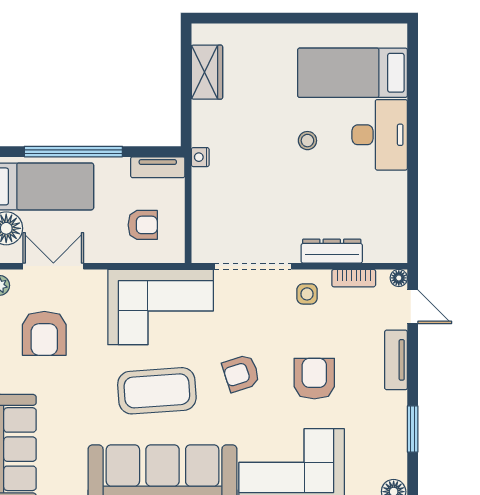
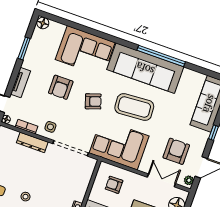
double door: (53, 266) -> (161, 180), swing flipped

